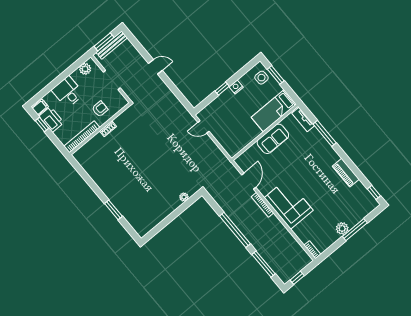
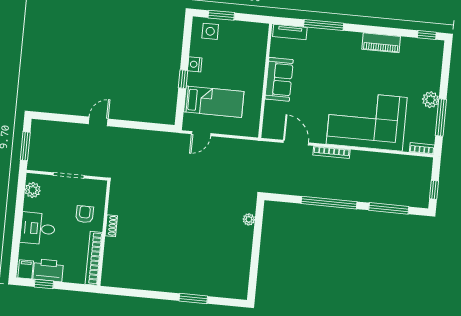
bench: (112, 45) -> (36, 142), removed
bed: (274, 111) -> (214, 102), moved, turned -90
corner sofa: (289, 204) -> (367, 121), width x1.36, depth x1.36
window: (355, 230) -> (441, 117), moved

